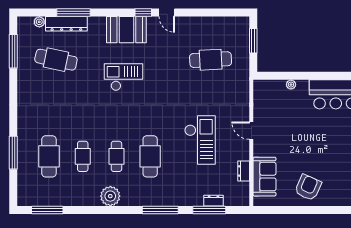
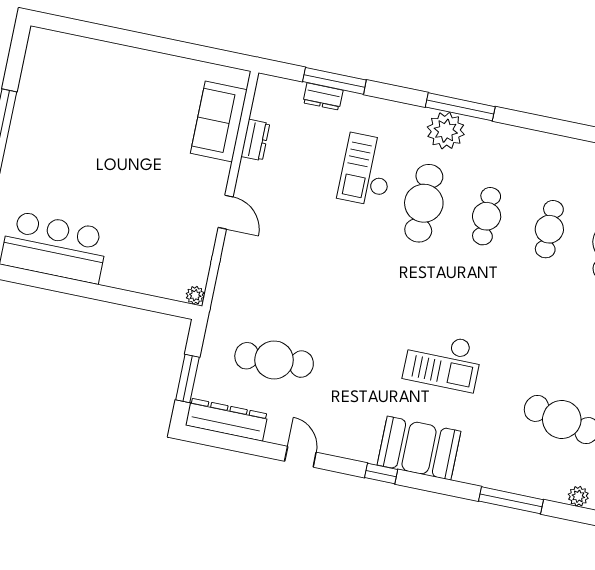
door: (167, 13) -> (300, 457), moved
dresser: (66, 24) -> (227, 420), moved
plant: (291, 85) -> (195, 295), moved
checkout: (200, 140) -> (367, 170), moved, width x0.73, depth x0.83
armchair: (308, 187) -> (142, 84), removed
plant: (110, 196) -> (446, 131), moved
window: (160, 210) -> (460, 107), moved

